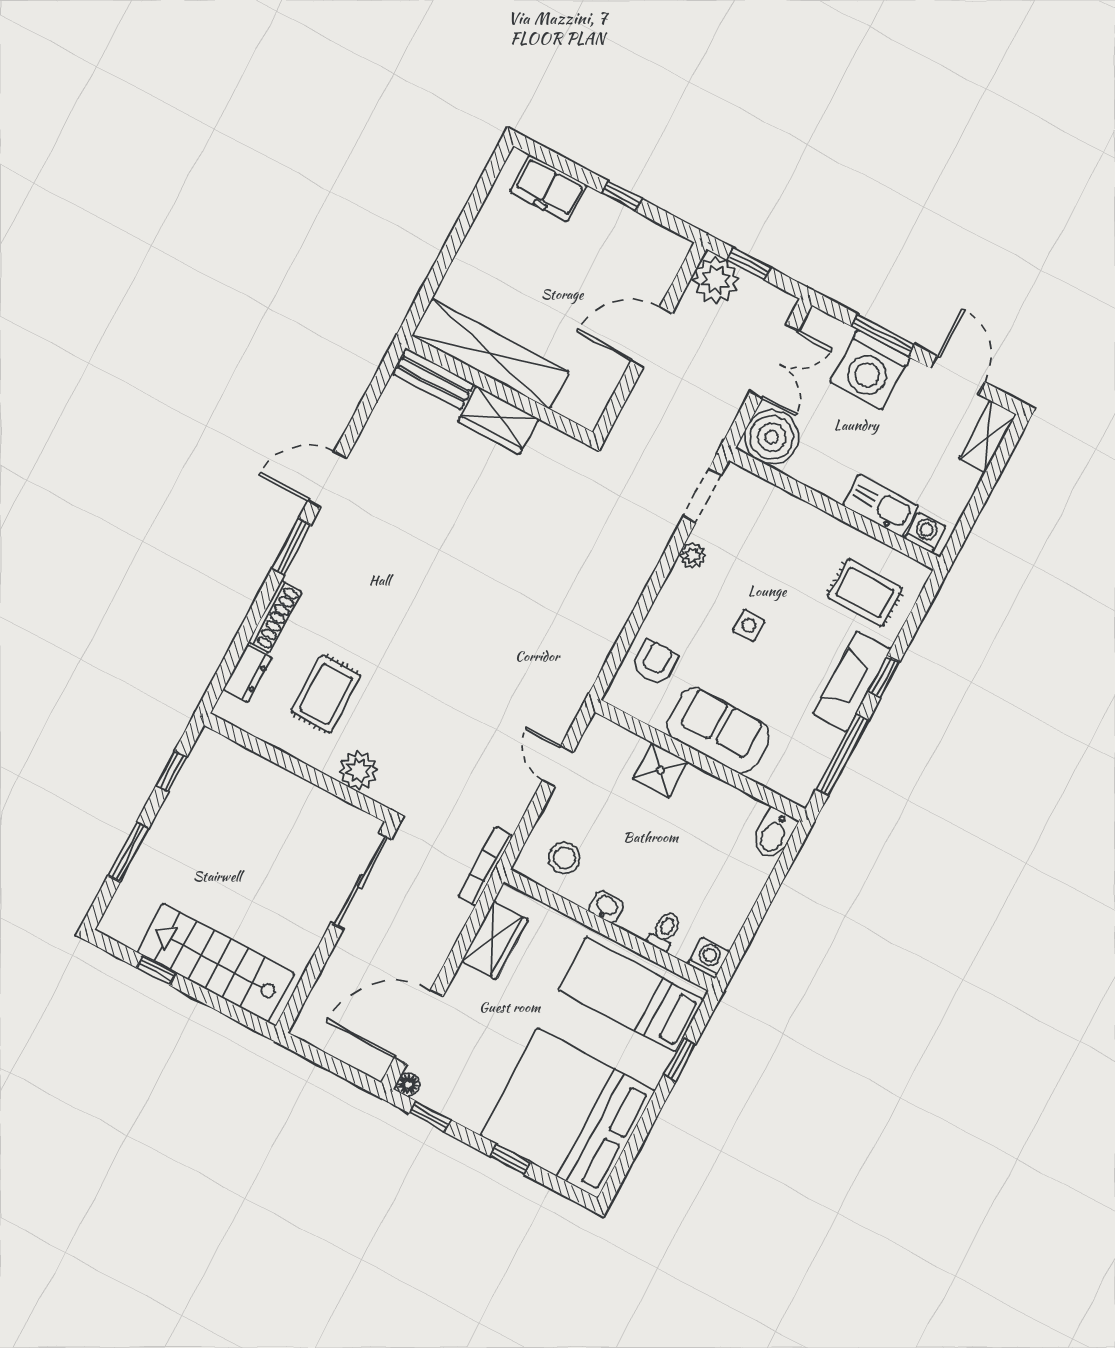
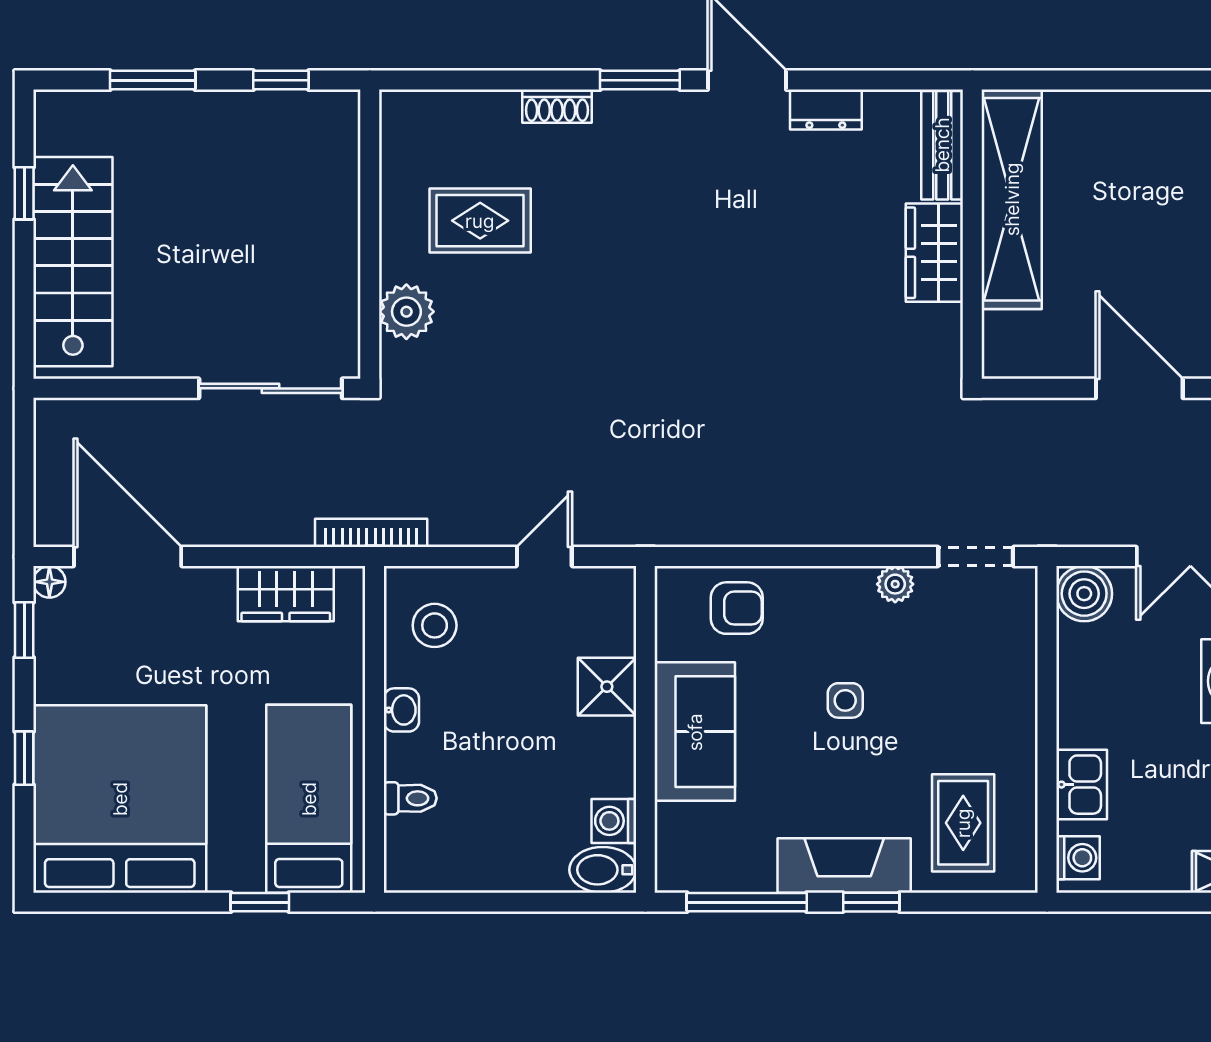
boiler: (772, 437) -> (1084, 594), width x0.73, depth x0.73
kitchen sink: (881, 506) -> (1082, 785), width x0.73
shoe rack: (275, 617) -> (557, 106), width x0.70
dresser: (247, 673) -> (826, 109), moved
washing machine: (709, 958) -> (614, 821), moved, turned 180

